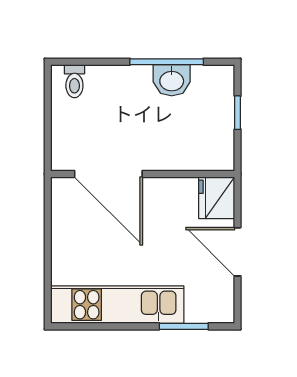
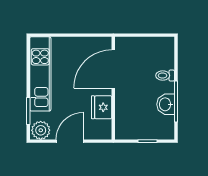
toilet: (74, 81) -> (165, 76), moved
fridge: (217, 198) -> (102, 107), moved, turned -90
plant: (218, 304) -> (41, 130), added

